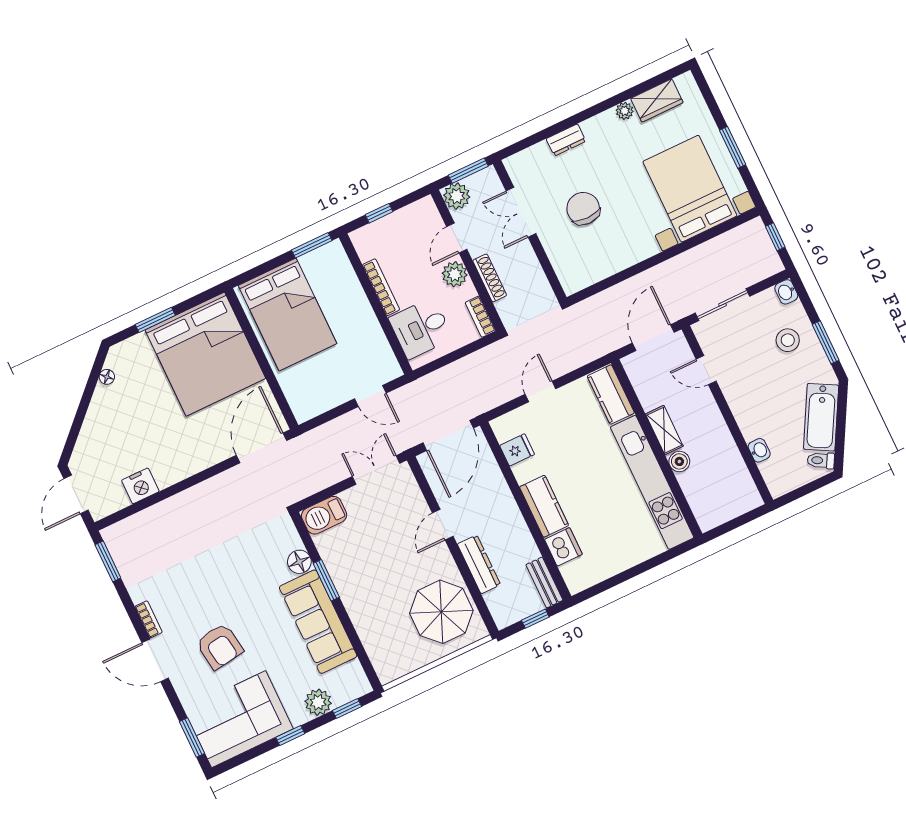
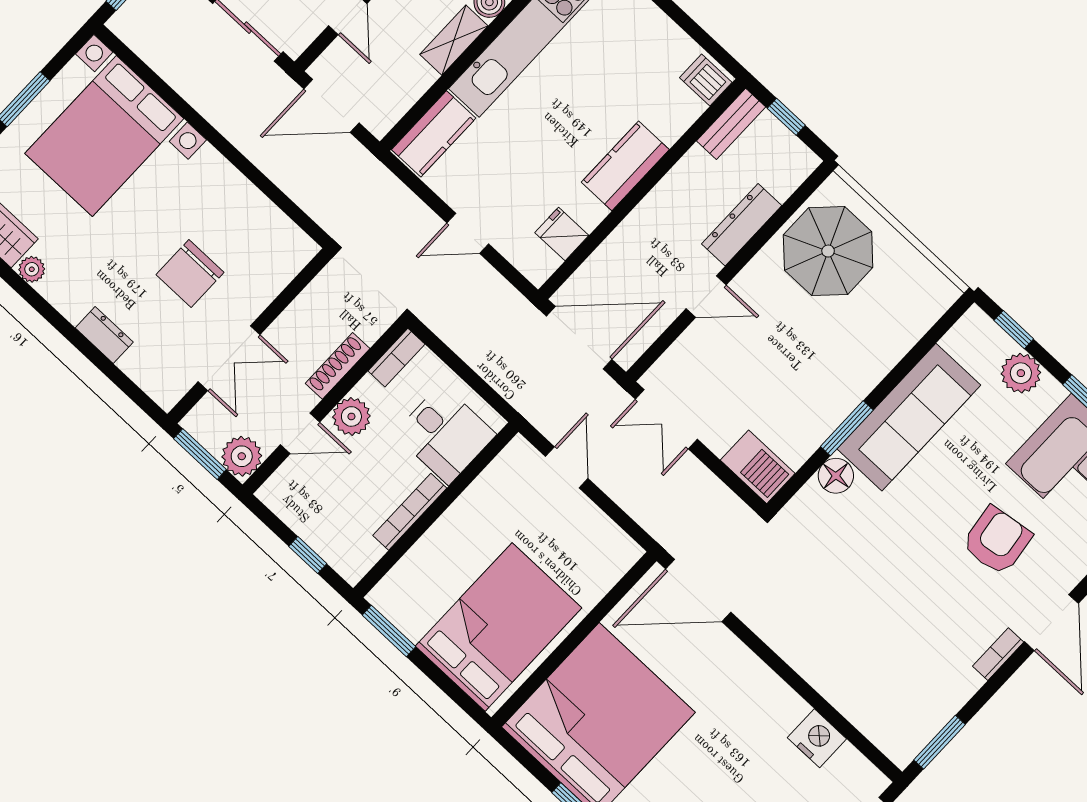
dishwasher: (563, 547) -> (706, 80), moved, width x0.73

